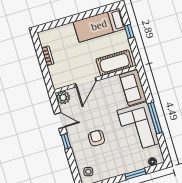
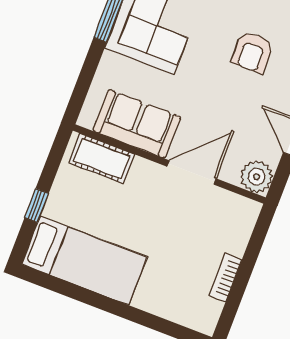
cot: (115, 63) -> (102, 159), width x0.73, depth x0.75
sofa: (133, 88) -> (137, 124), moved, turned -90

